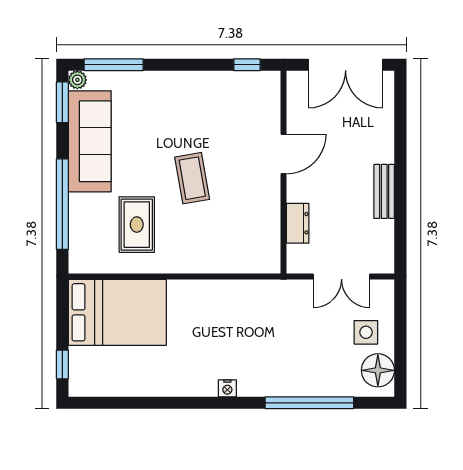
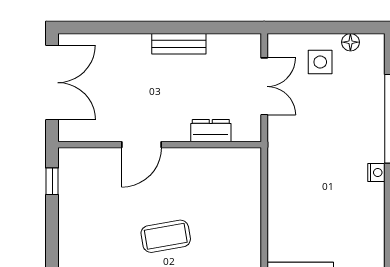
door: (284, 154) -> (142, 145), swing flipped
floor lamp: (378, 370) -> (350, 42), width x0.53, depth x0.53
nightstand: (227, 388) -> (376, 172), moved

